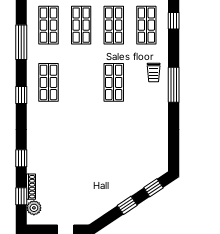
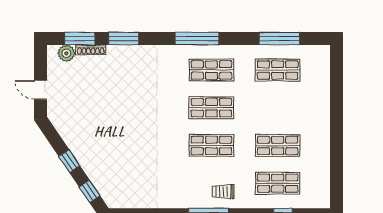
shop shelf: (81, 25) -> (211, 108), moved
window: (21, 42) -> (279, 39), moved
window: (21, 95) -> (197, 39), width x2.17
window: (21, 158) -> (124, 39), width x1.50
window: (21, 196) -> (80, 39), width x1.50

